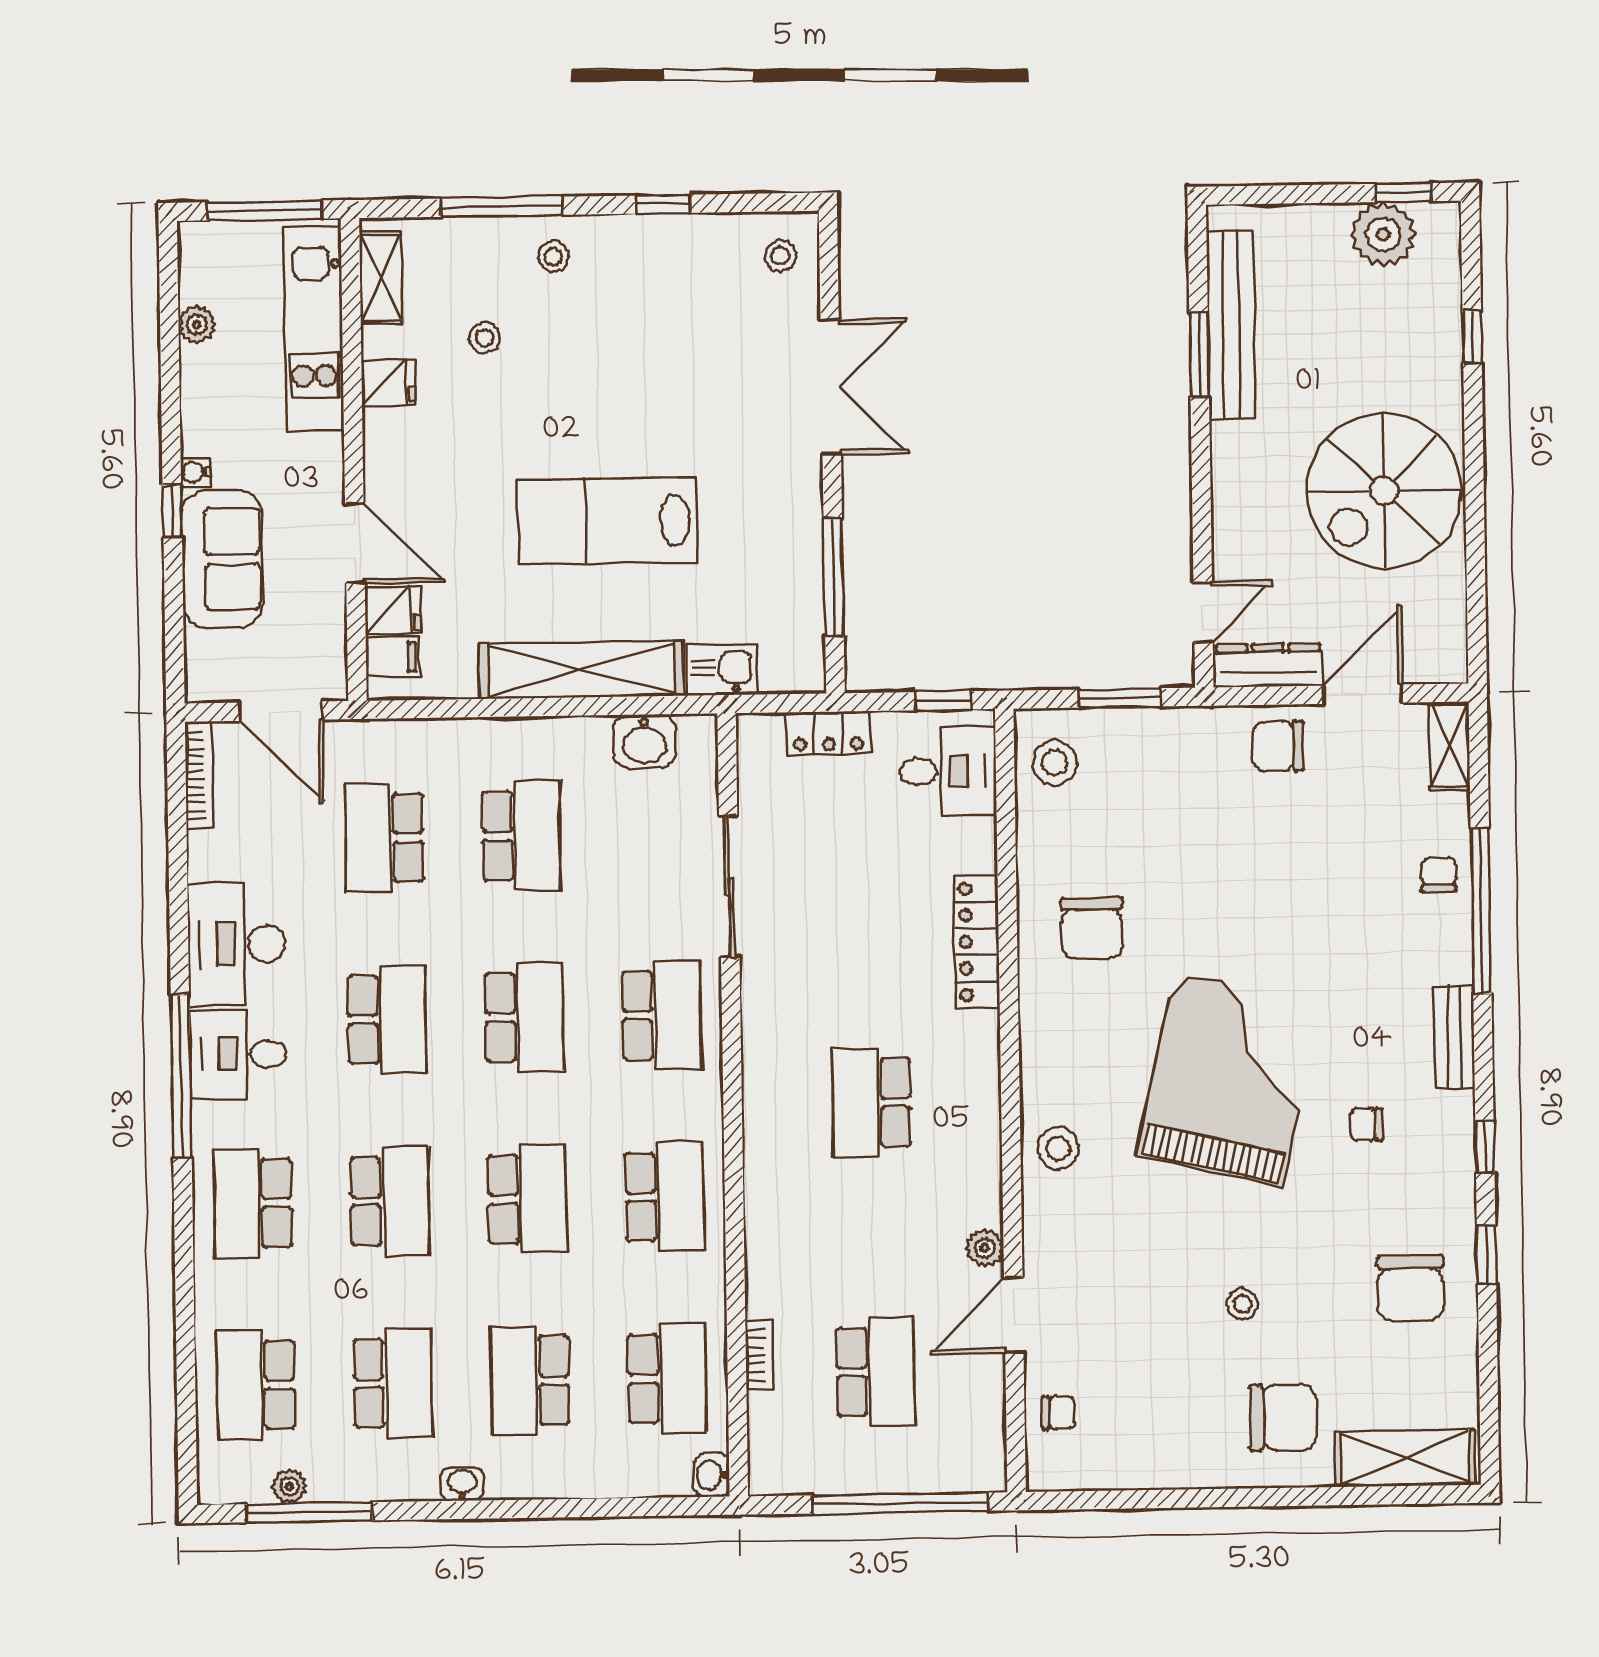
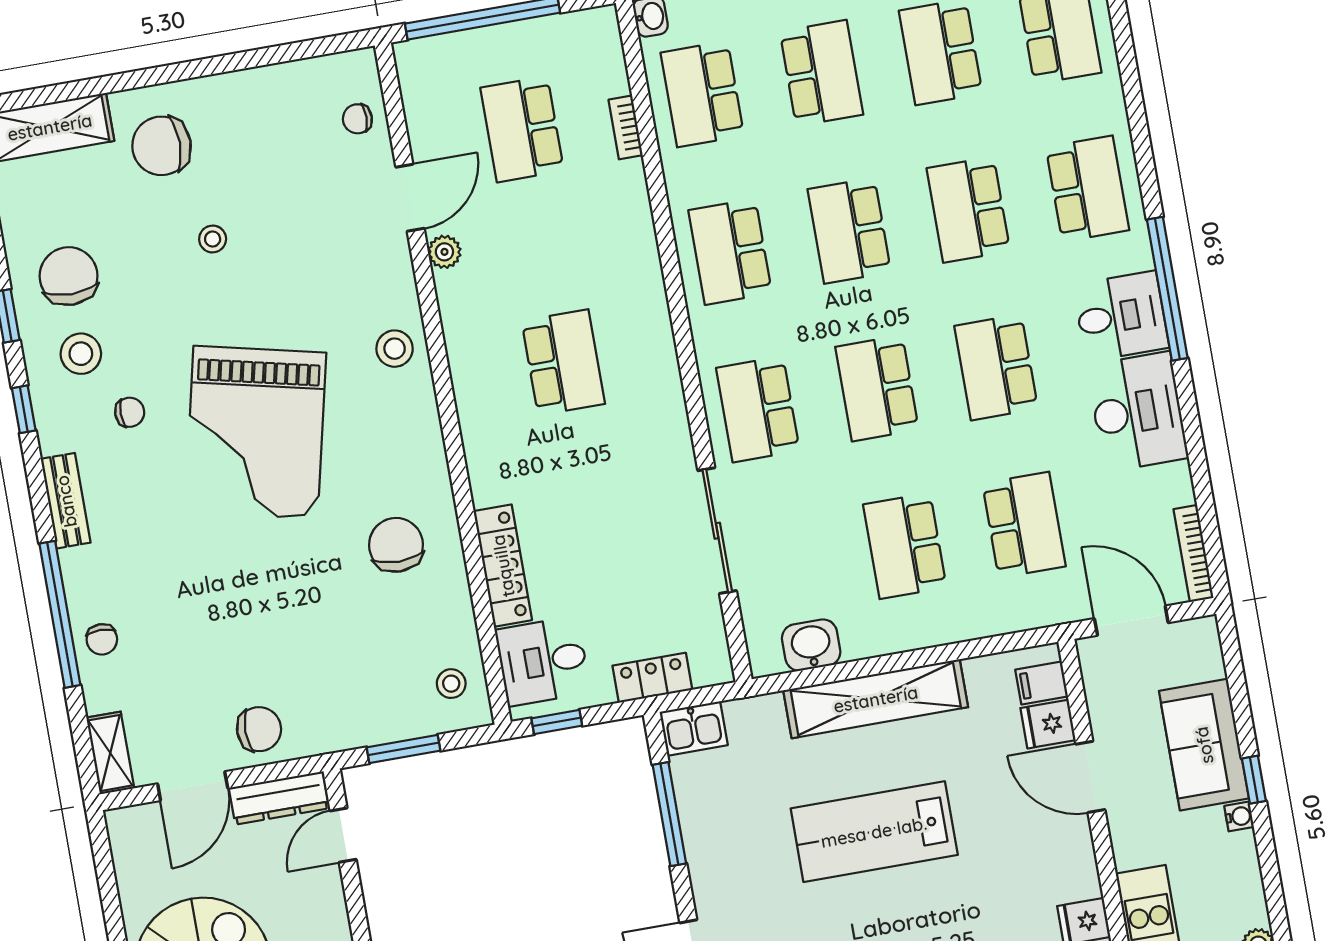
lab bench: (607, 521) -> (874, 832), turned 180
kitchen sink: (722, 670) -> (694, 729), moved
stool: (1055, 763) -> (451, 684), width x0.73, depth x0.73
locker: (977, 942) -> (503, 566), moved
stool: (1411, 1199) -> (81, 354), added

